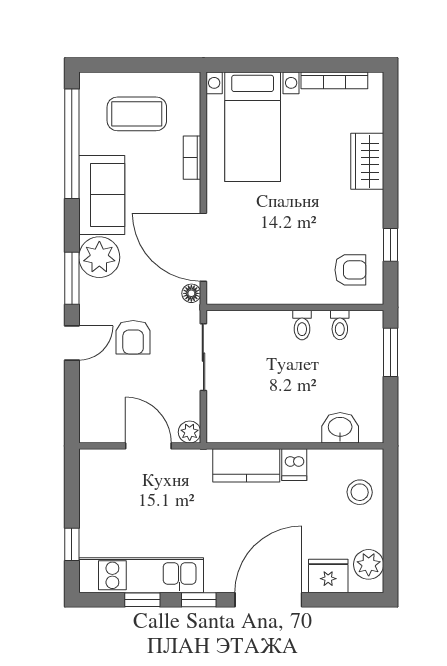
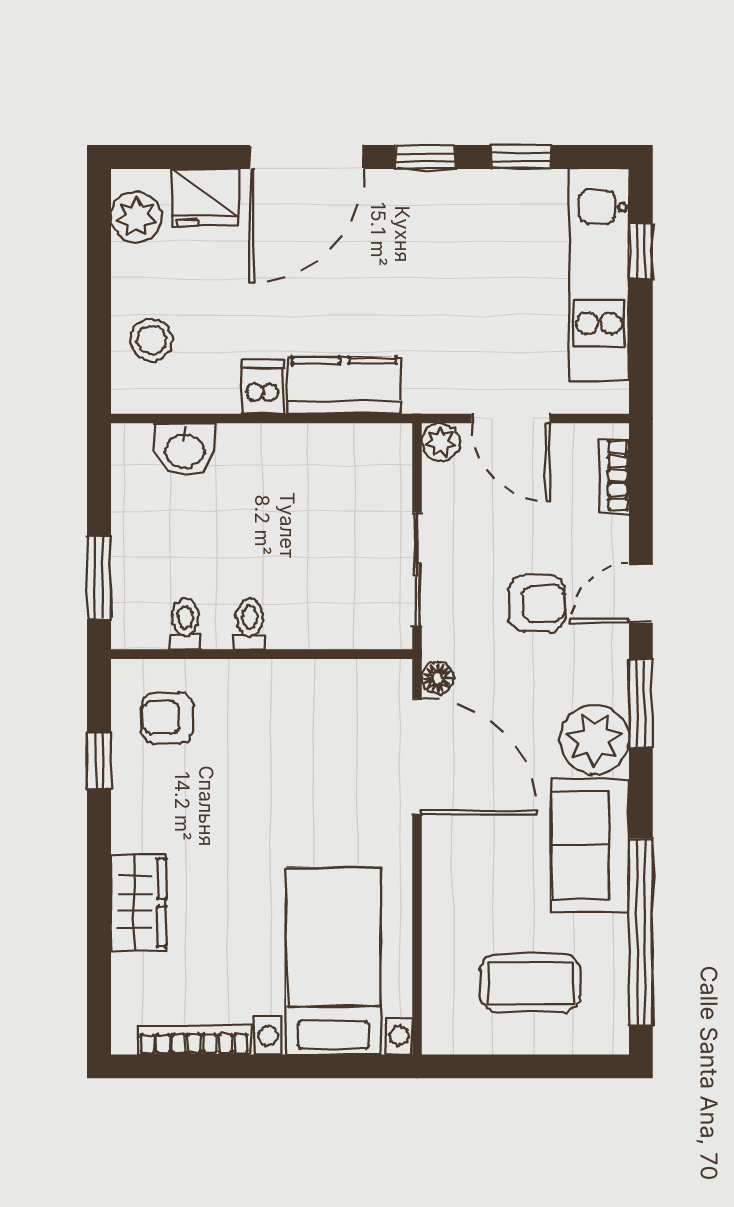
bookcase: (192, 158) -> (614, 476), moved, turned 180
armchair: (133, 337) -> (537, 603), turned 90
kitchen unit: (141, 575) -> (599, 275), moved, turned 90

